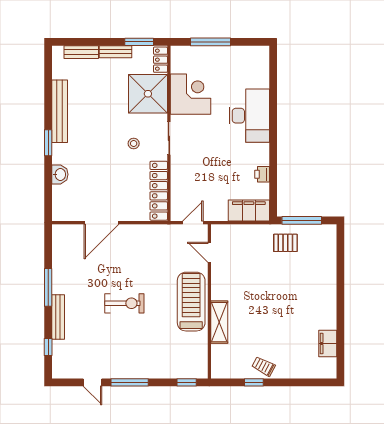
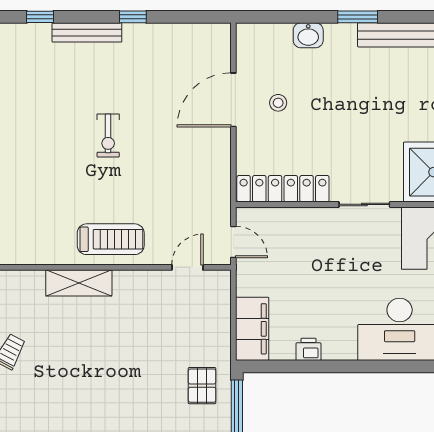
stool: (134, 143) -> (278, 103), moved
door: (101, 223) -> (233, 100), hinge flipped
window: (48, 287) -> (133, 17), width x0.46
treadmill: (191, 302) -> (111, 239), width x0.73, depth x0.73
exercise bike: (124, 303) -> (108, 136), width x0.73, depth x0.72

